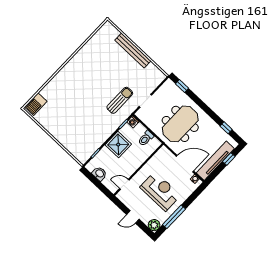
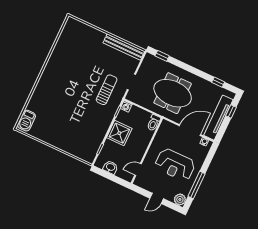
bench: (133, 51) -> (124, 47), moved
meeting table: (180, 124) -> (173, 93), turned 90
toilet: (146, 138) -> (154, 123), moved
reception desk: (160, 191) -> (175, 165), turned 180

